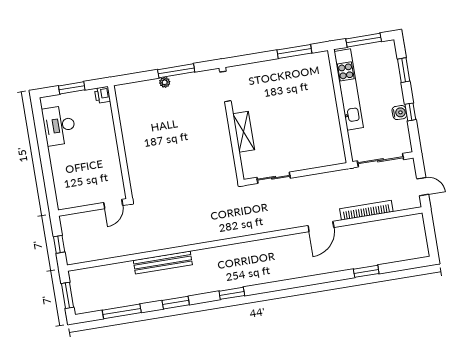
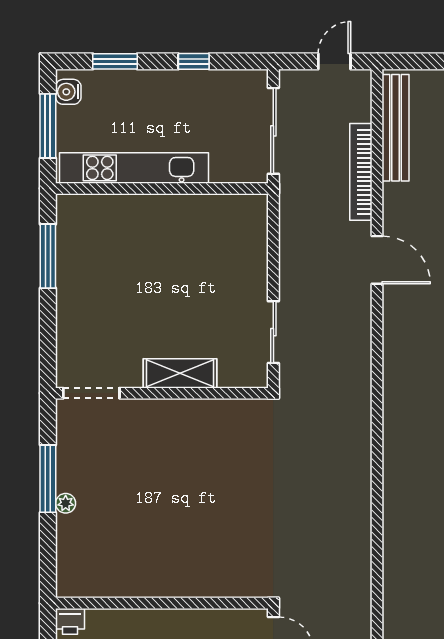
water cooler: (399, 113) -> (68, 92), moved, turned -90
bench: (163, 262) -> (396, 128), moved

